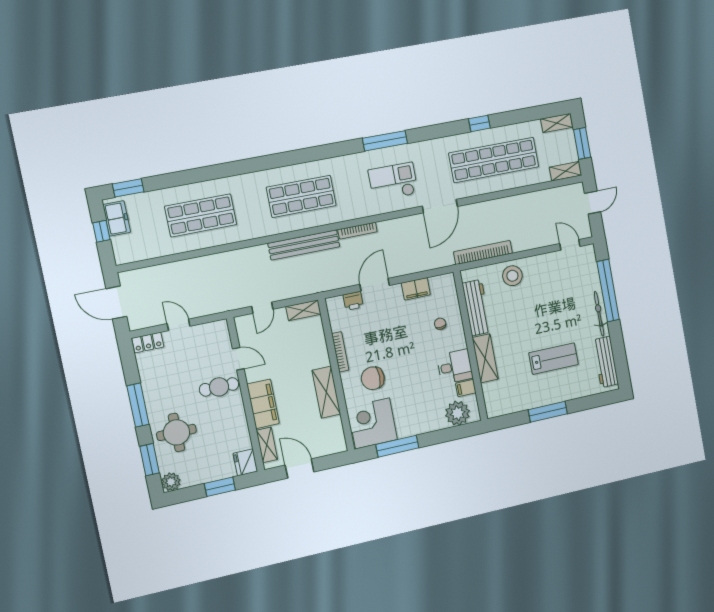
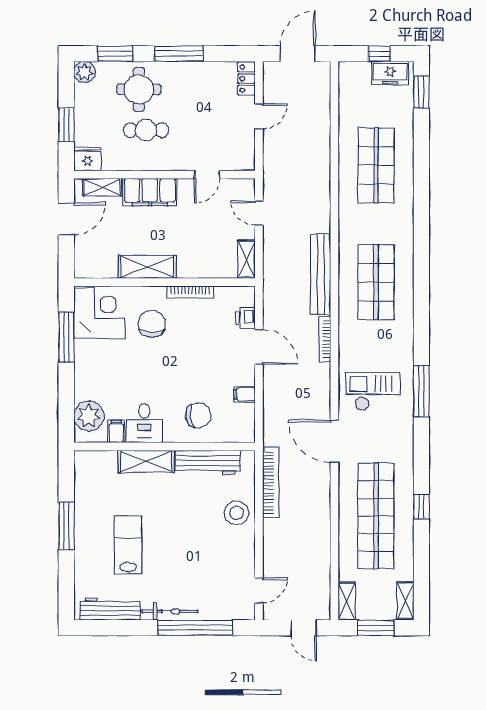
checkout: (393, 182) -> (373, 391), turned -90
filing cabinet: (416, 289) -> (245, 394), width x0.50
chair: (440, 324) -> (198, 415), width x1.87, depth x1.87
lab bench: (554, 359) -> (128, 545), turned 180
cafe table: (219, 387) -> (146, 130), moved, turned 90

